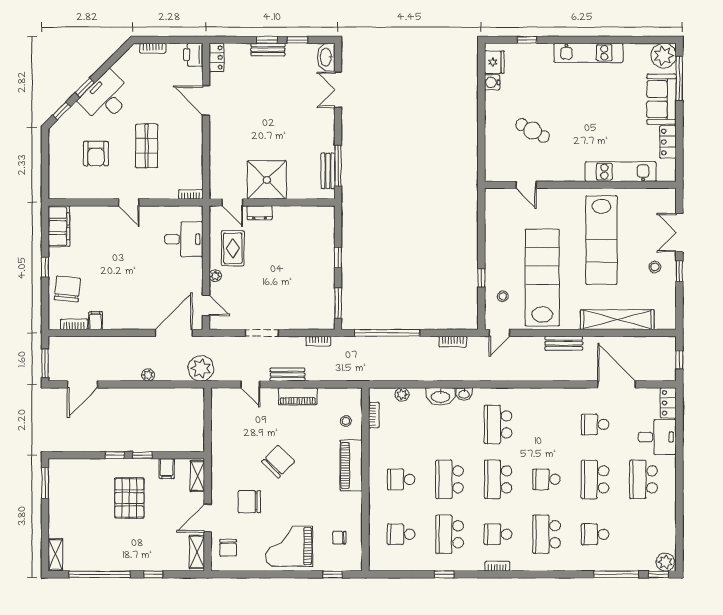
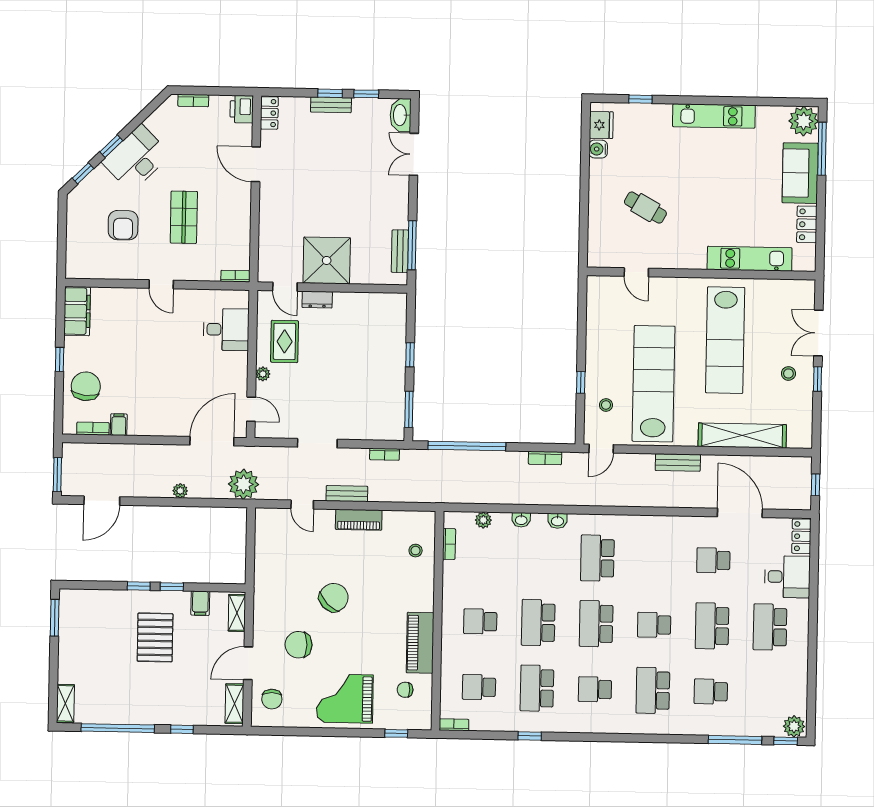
washbasin: (441, 396) -> (521, 520), width x0.52, depth x0.69
piano: (351, 466) -> (420, 643), moved
bookcase: (497, 566) -> (454, 725), moved

